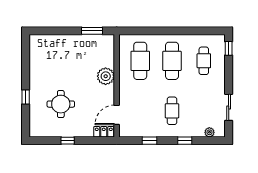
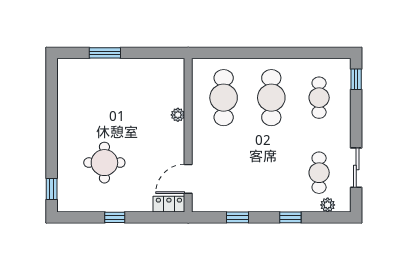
window: (92, 31) -> (105, 53), moved
plant: (106, 76) -> (178, 115), width x0.53, depth x0.53
window: (26, 97) -> (52, 189), moved
cafe table: (172, 111) -> (319, 173), moved

